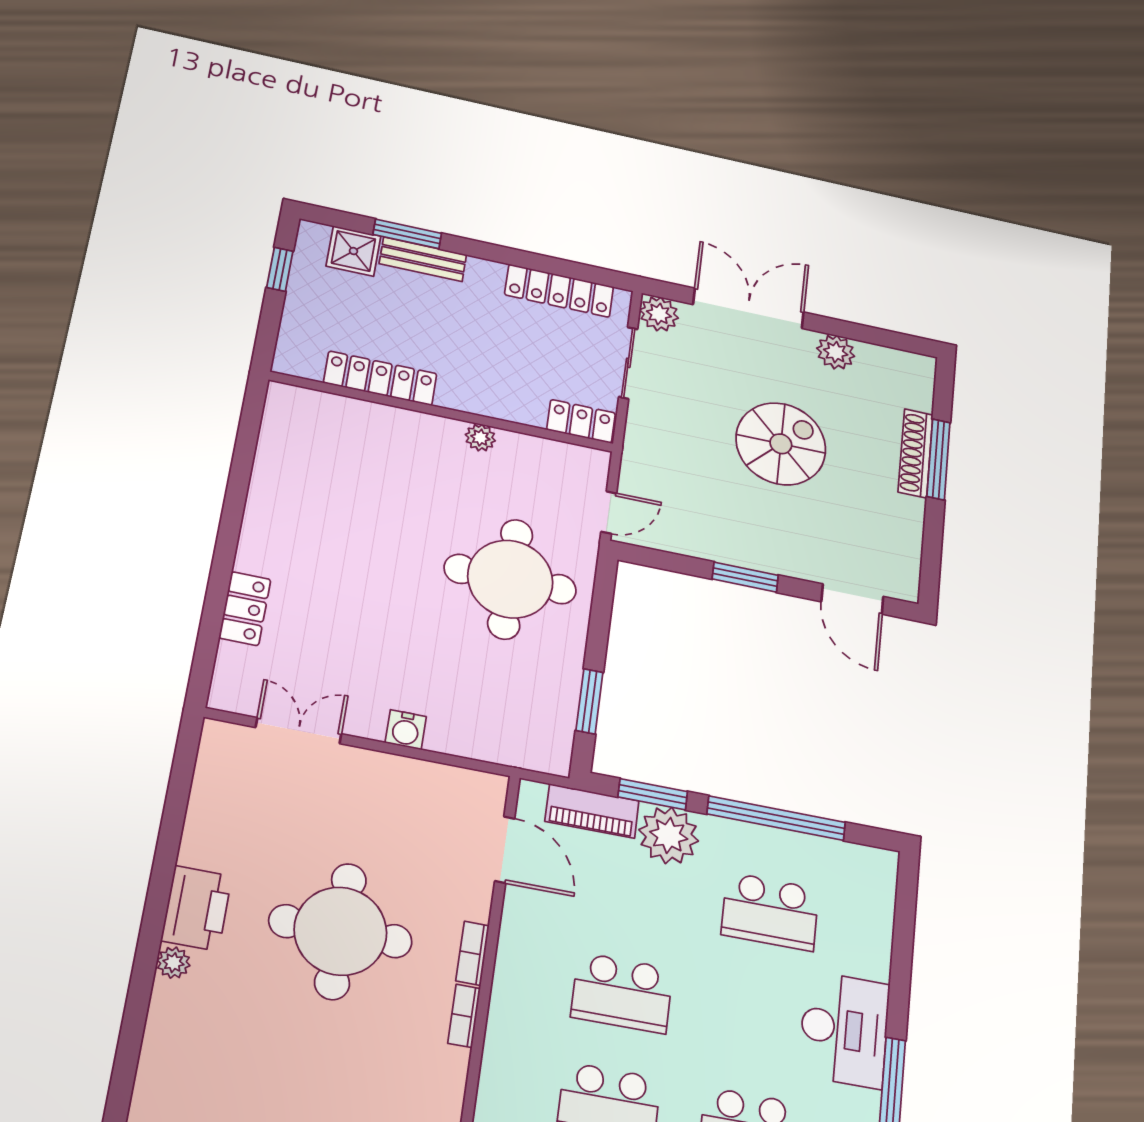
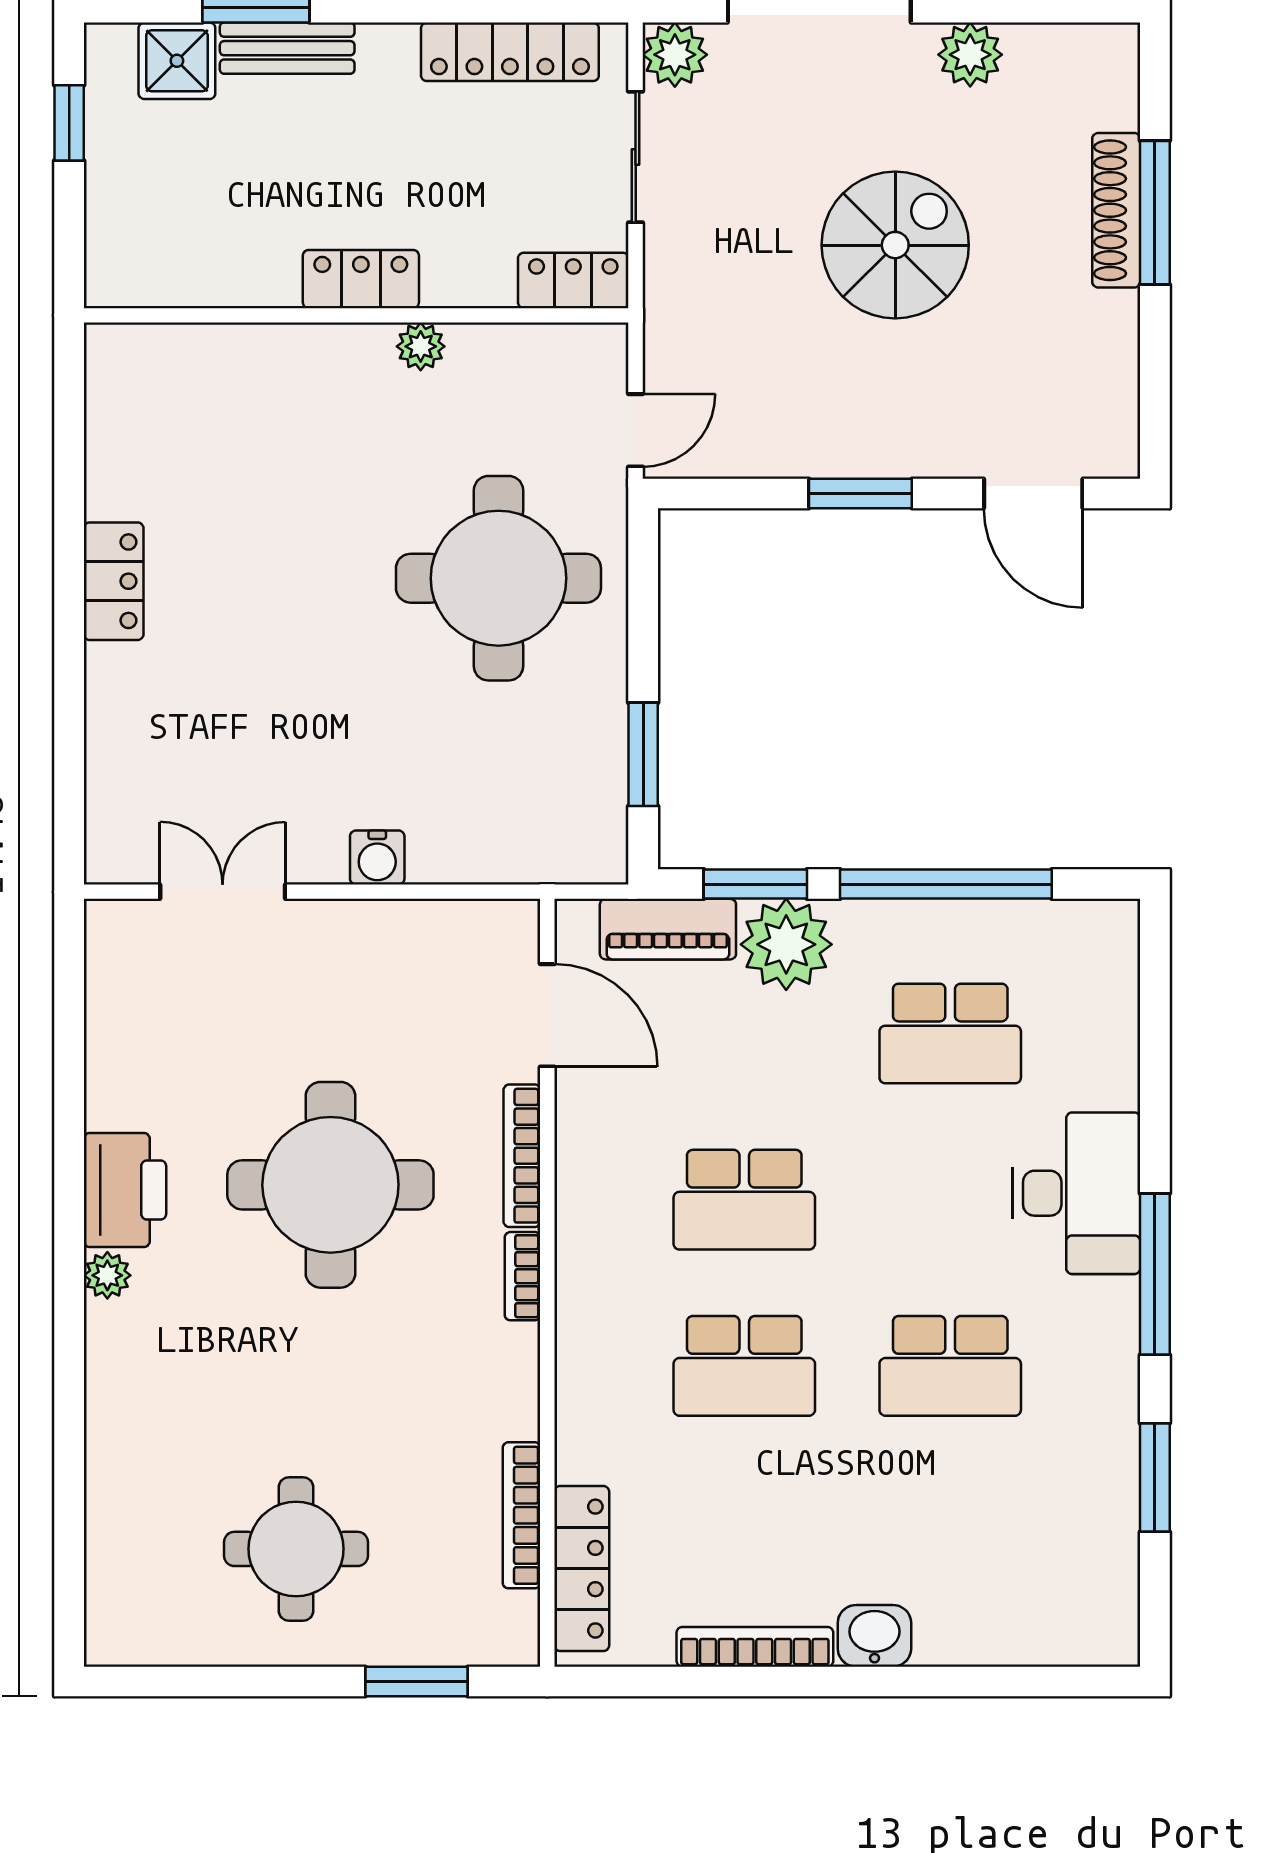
locker: (380, 378) -> (361, 279), moved, width x0.66
locker: (245, 609) -> (114, 581), moved
bookcase: (473, 953) -> (522, 1156), width x1.56

